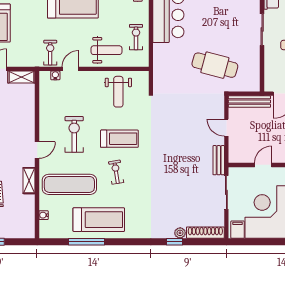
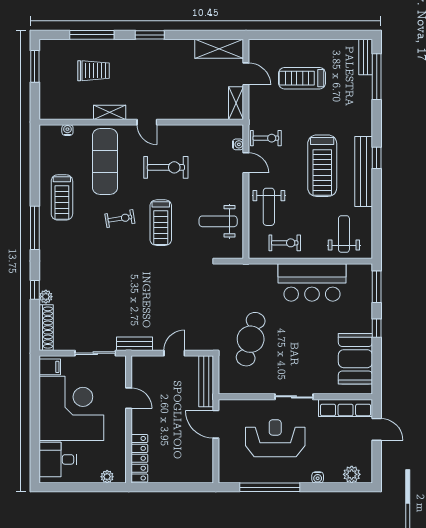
treadmill: (99, 220) -> (62, 197), width x0.73, depth x0.73
window: (87, 242) -> (35, 228), moved

